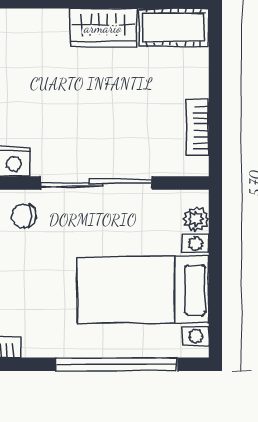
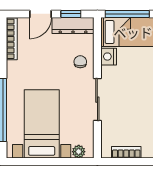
sliding door: (96, 183) -> (97, 100), width x0.73

